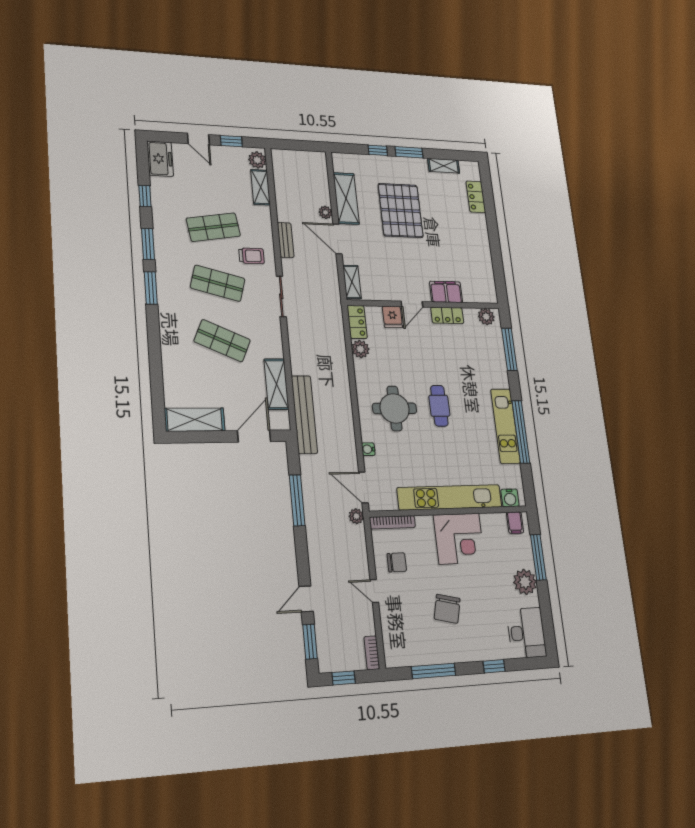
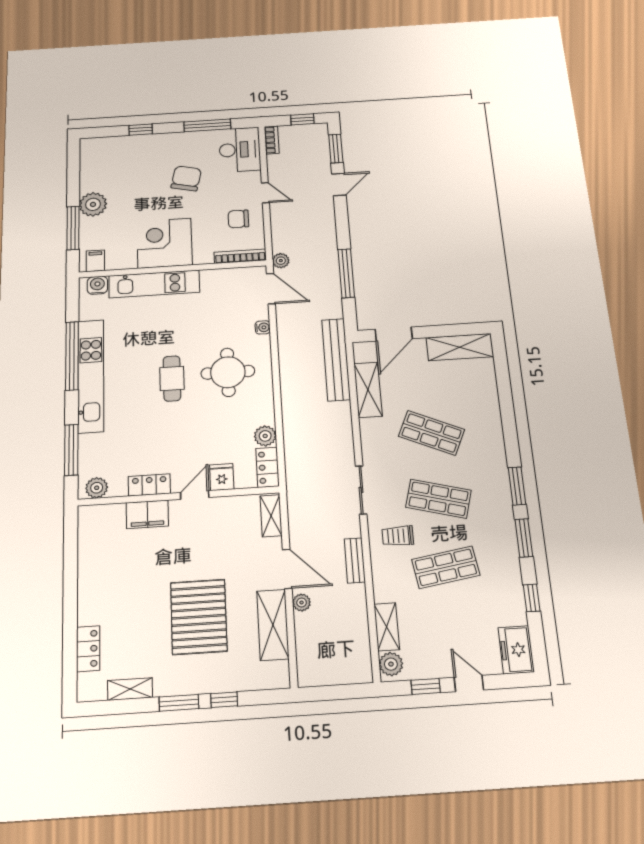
kitchen unit: (505, 426) -> (91, 376), width x1.36
kitchen unit: (450, 497) -> (154, 284), width x0.73
desk: (526, 633) -> (240, 150), moved, turned 180

